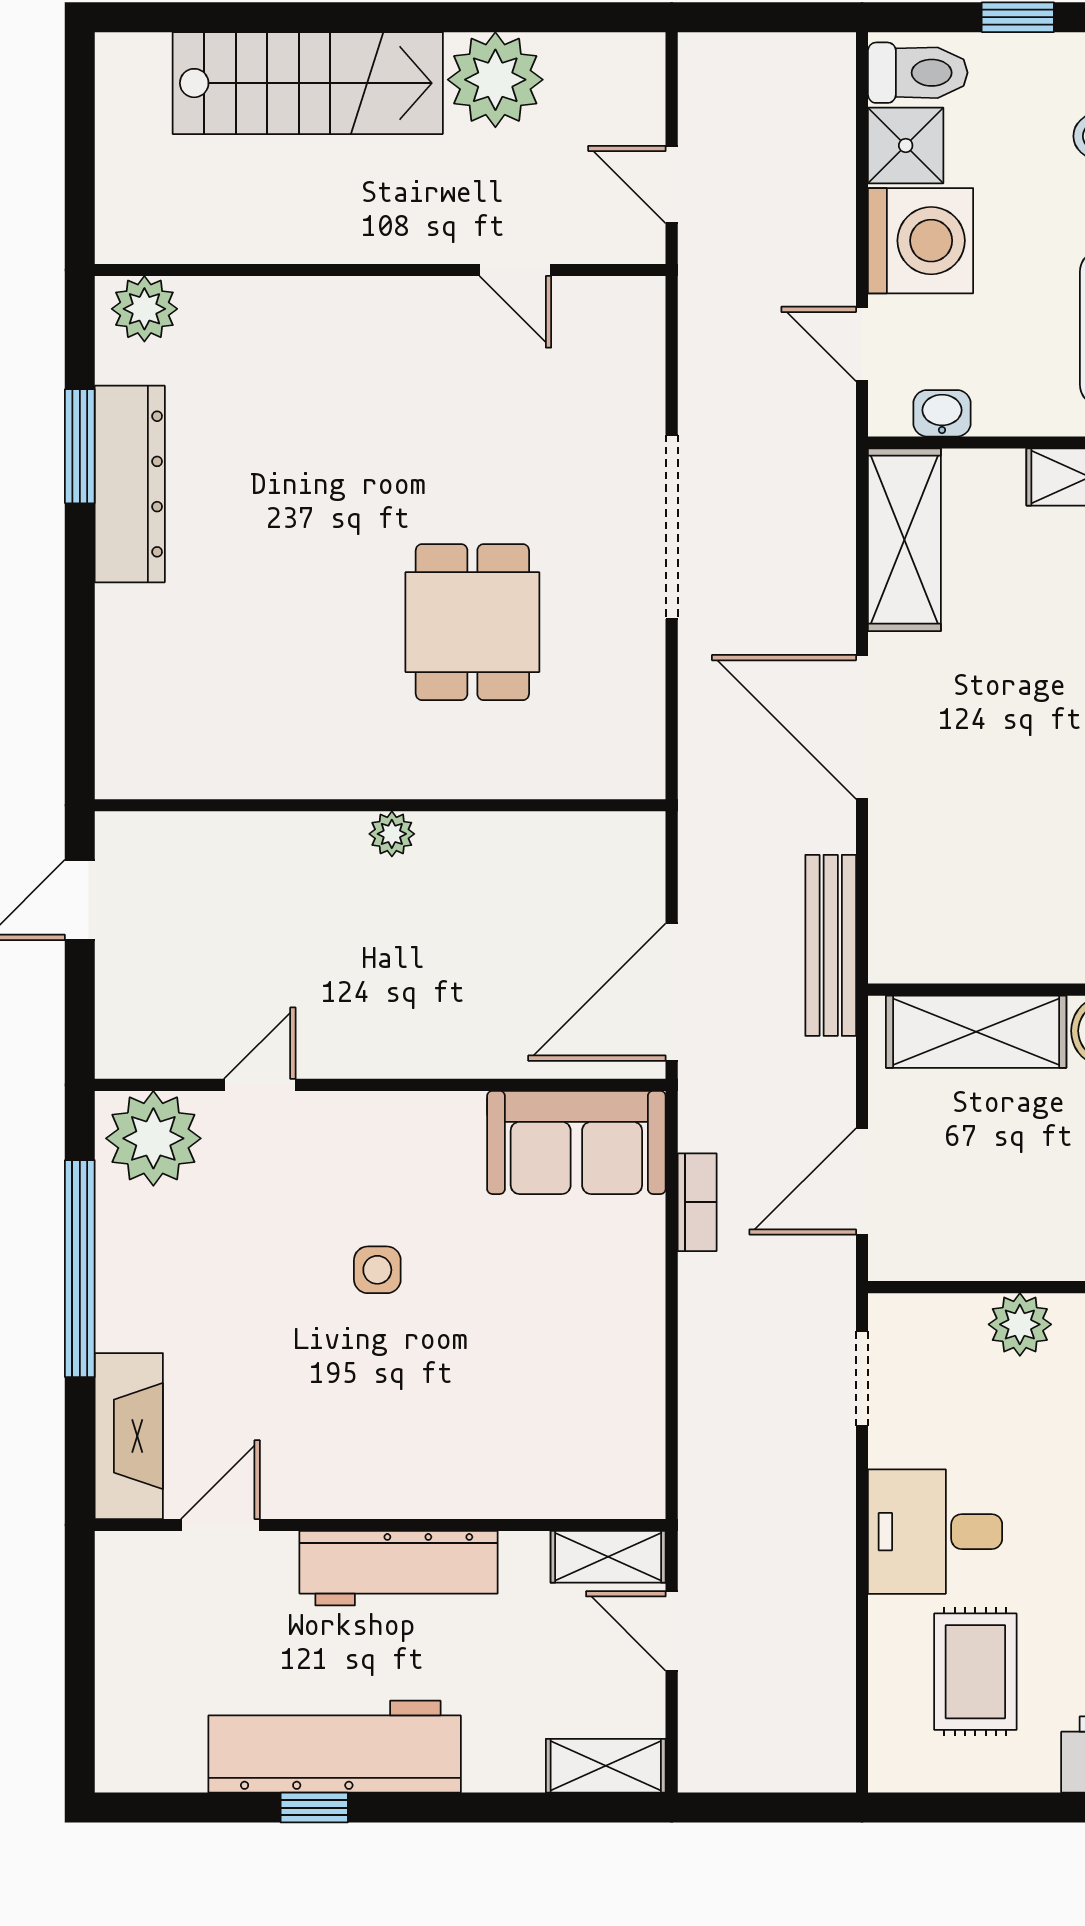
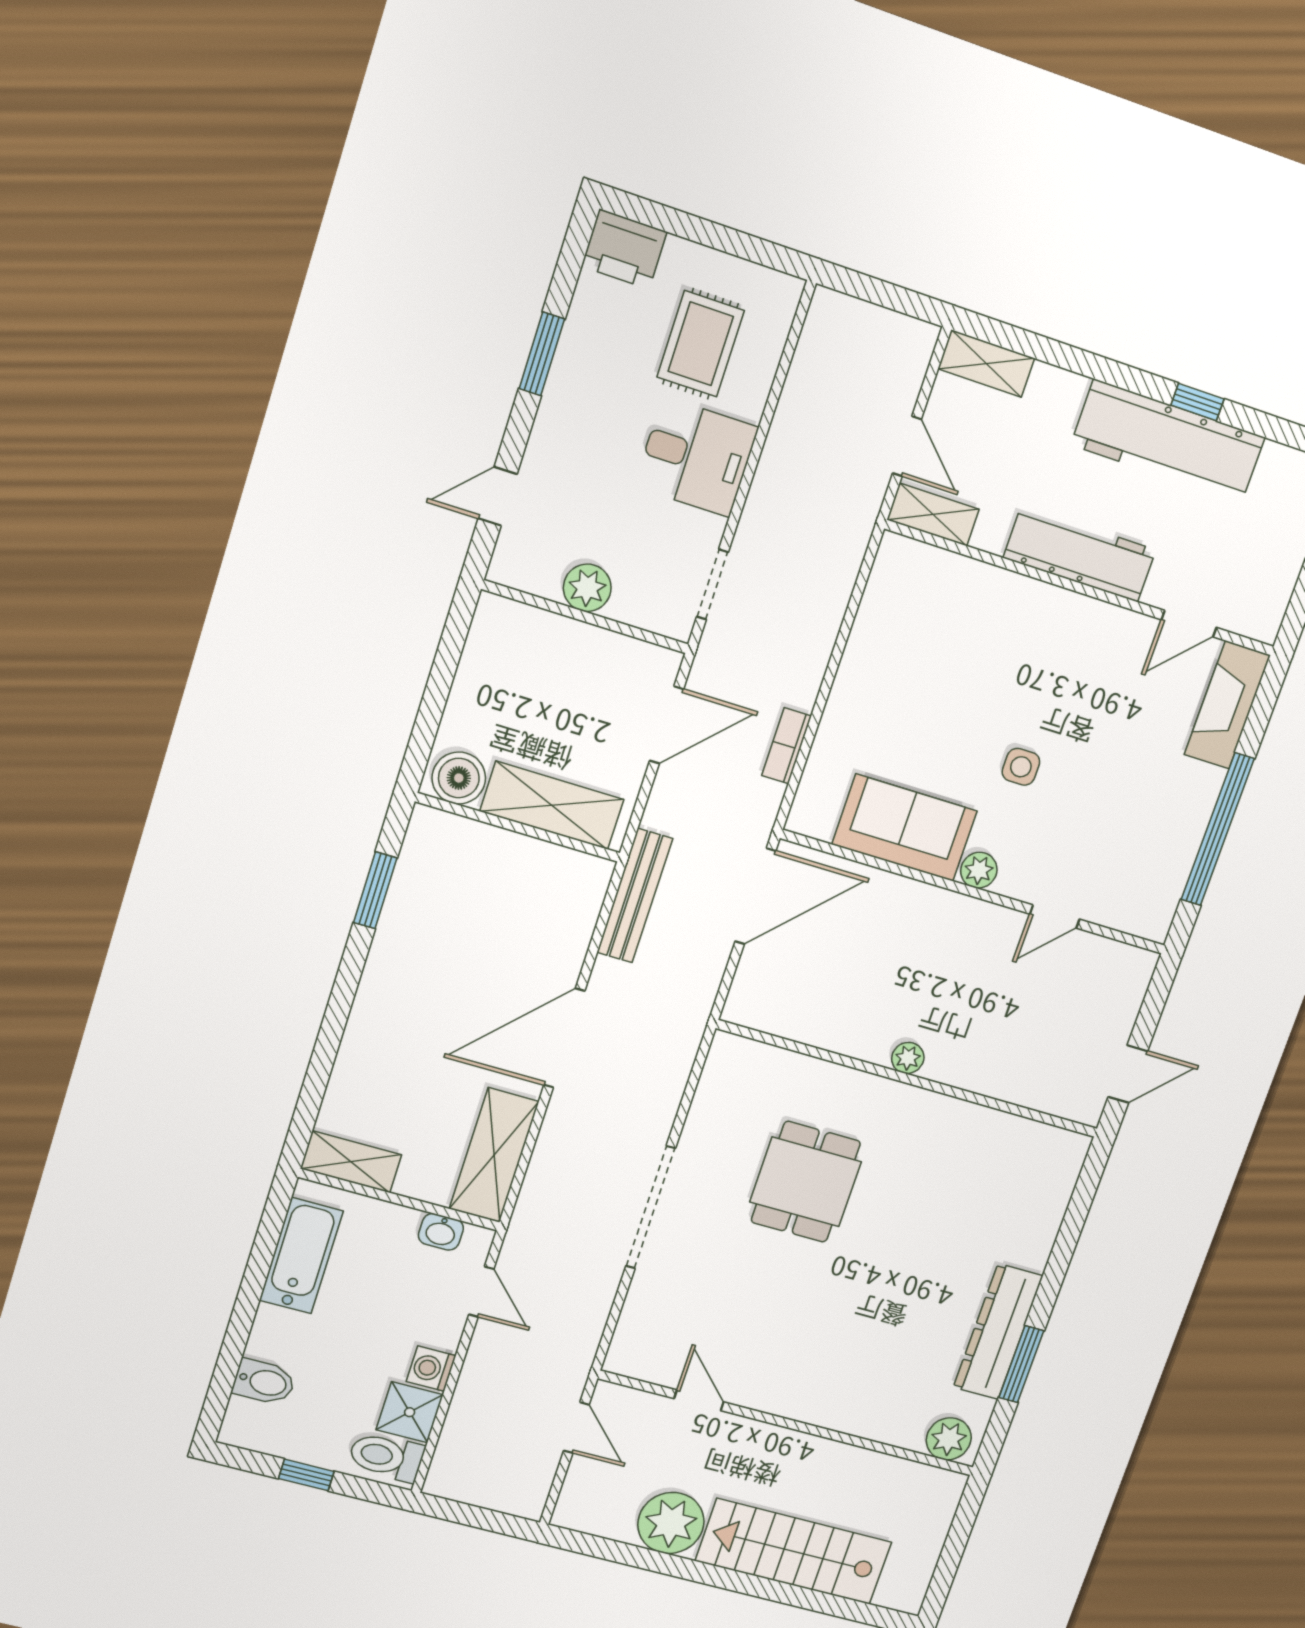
washing machine: (921, 241) -> (431, 1369), width x0.53, depth x0.53
door: (862, 727) -> (564, 1038), swing flipped
plant: (153, 1138) -> (979, 870), moved, width x0.53, depth x0.53
sofa: (576, 1142) -> (905, 828), moved

